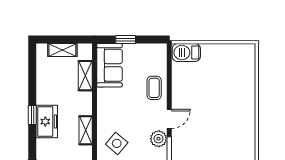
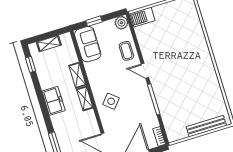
shelving: (85, 76) -> (77, 75), moved
window: (32, 115) -> (30, 64), moved
door: (169, 119) -> (145, 71), swing flipped
plant: (159, 139) -> (121, 23), moved

